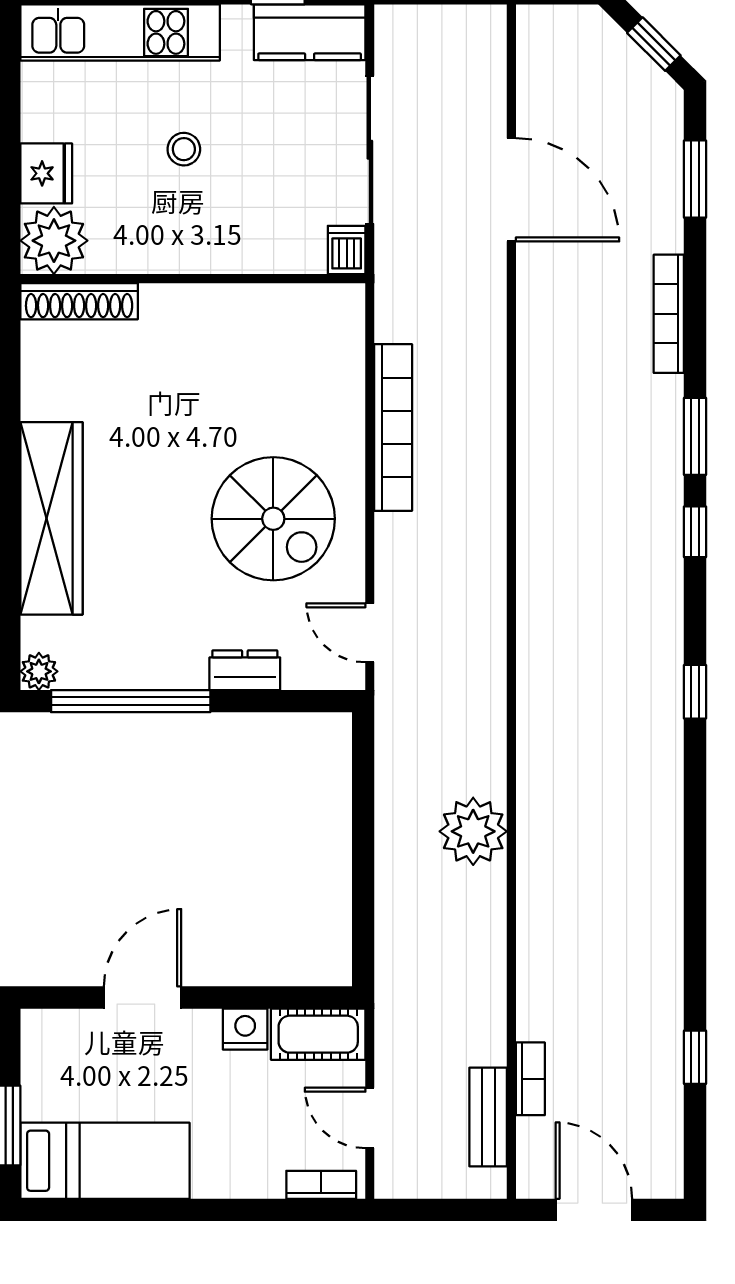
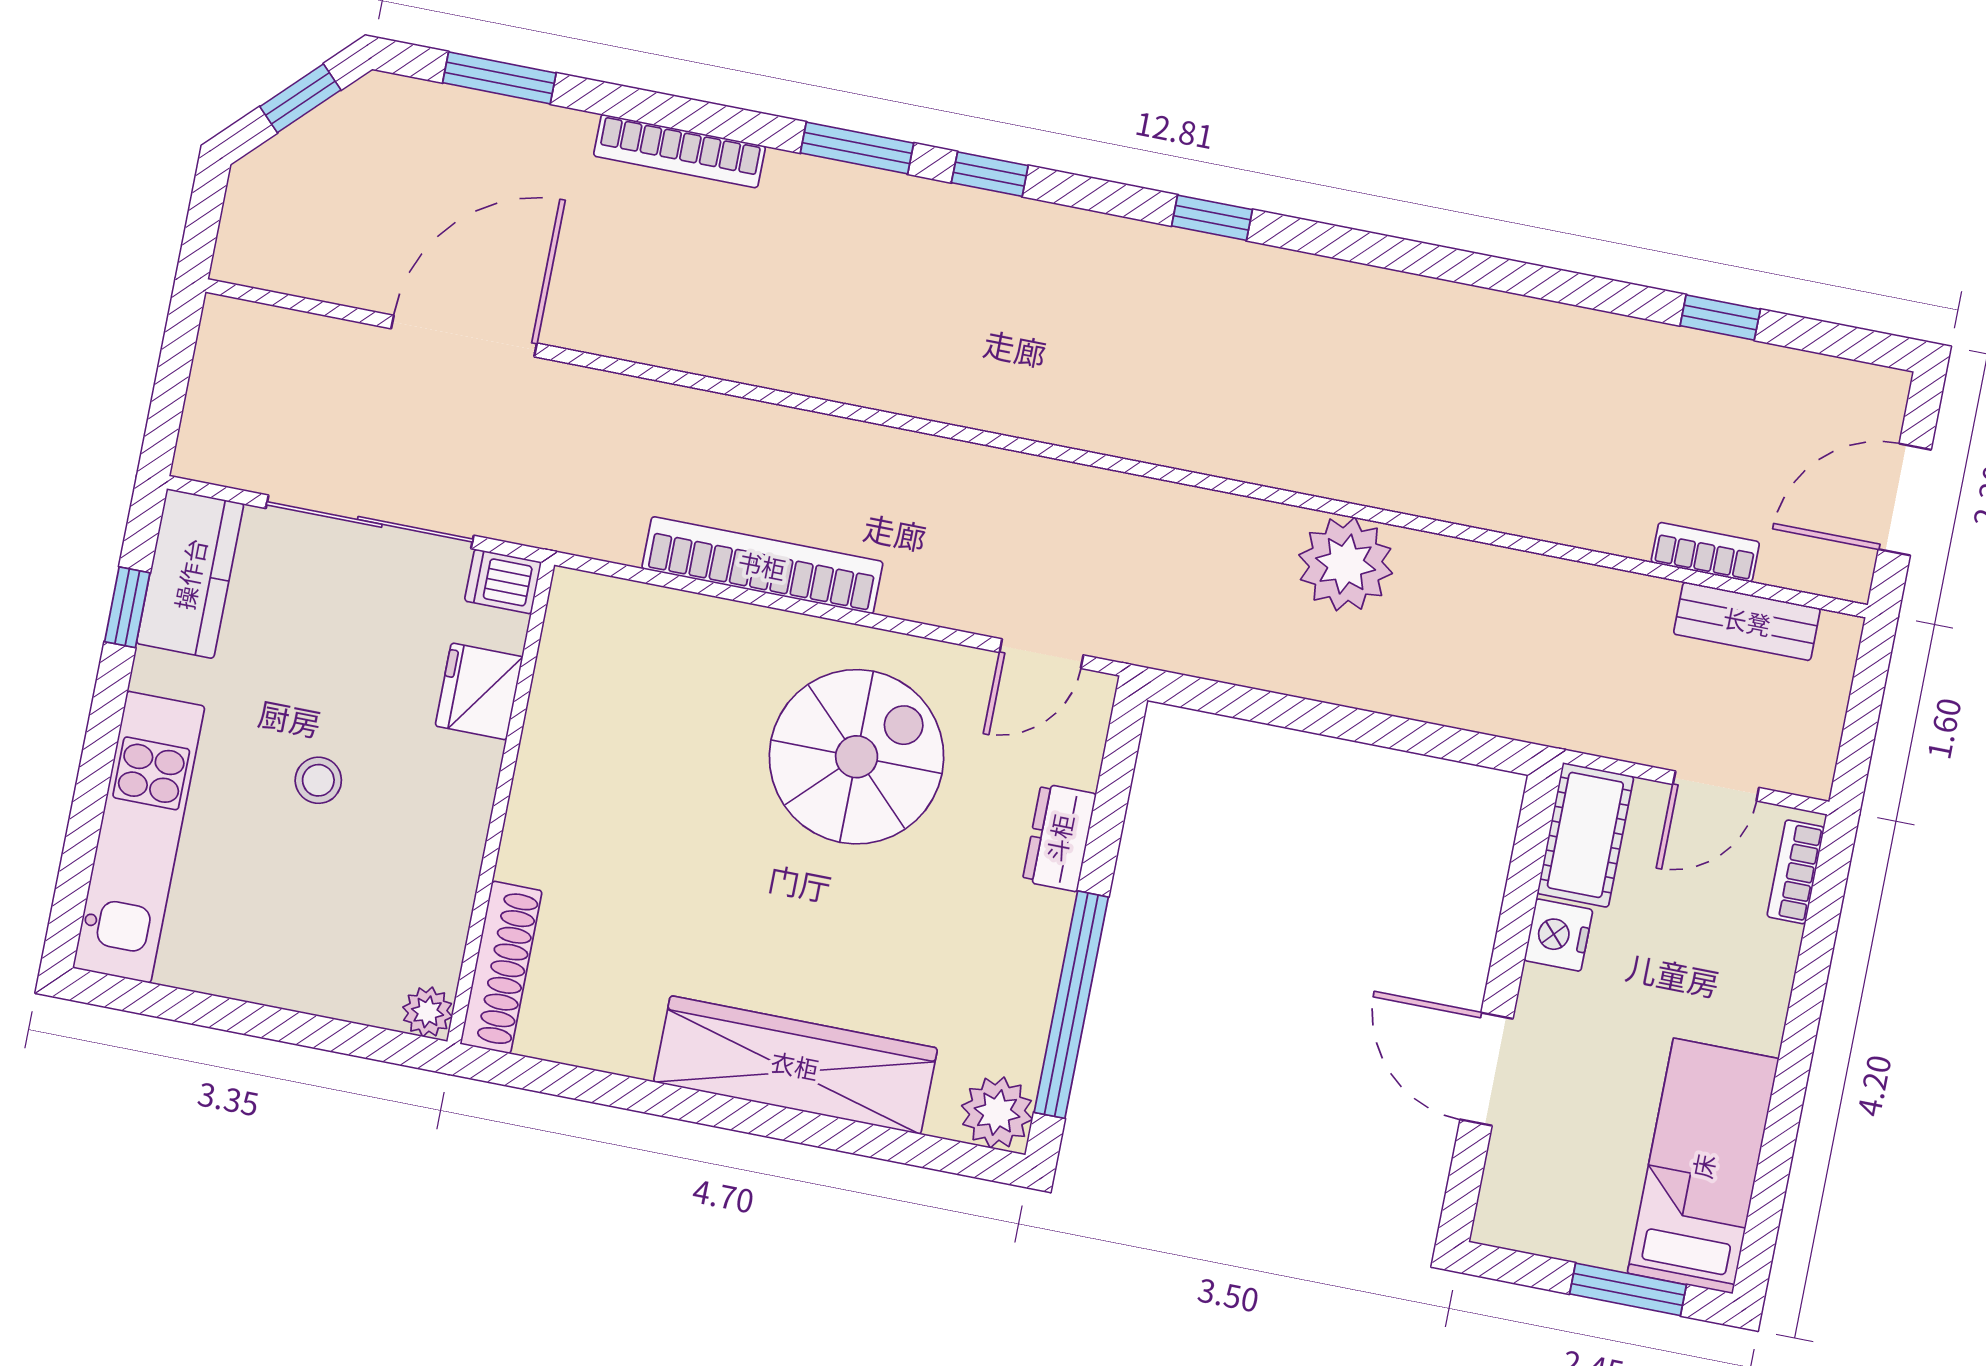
fridge: (46, 173) -> (479, 691), moved, turned -90
plant: (54, 241) -> (428, 1012), width x0.53, depth x0.53
plant: (39, 671) -> (997, 1112), width x1.38, depth x1.38

